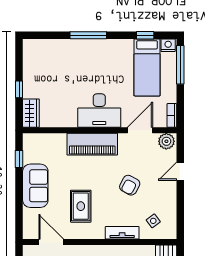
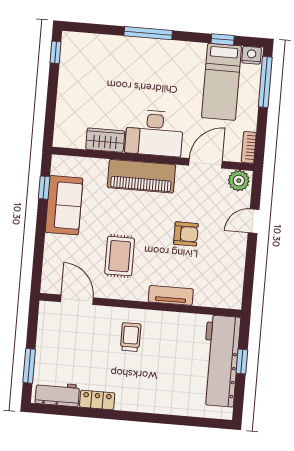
window: (19, 89) -> (55, 52), moved
wardrobe: (31, 113) -> (105, 140), moved, turned -90
armchair: (130, 185) -> (186, 234), turned -118
sofa: (35, 186) -> (64, 205), moved
side table: (153, 221) -> (213, 283), removed

